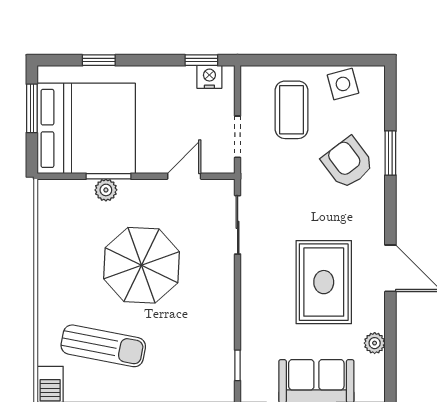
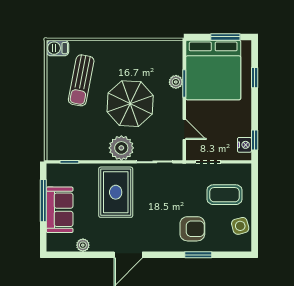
armchair: (348, 163) -> (192, 229), turned 37
plant: (215, 280) -> (121, 148), added
rug: (324, 282) -> (116, 192), moved, turned 90

